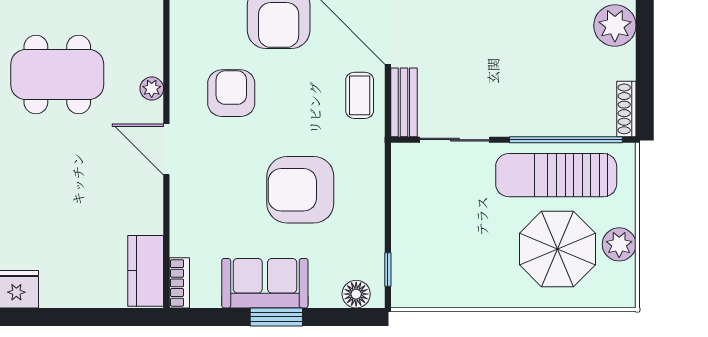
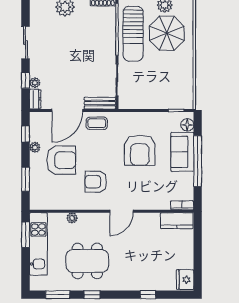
dining table: (57, 75) -> (87, 261), turned 90
plant: (152, 89) -> (72, 218), moved
sofa: (265, 283) -> (182, 152), moved
window: (276, 317) -> (198, 161), width x2.11

